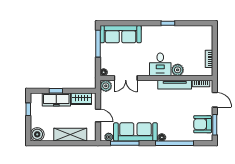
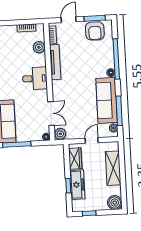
plant: (178, 70) -> (39, 47), moved

